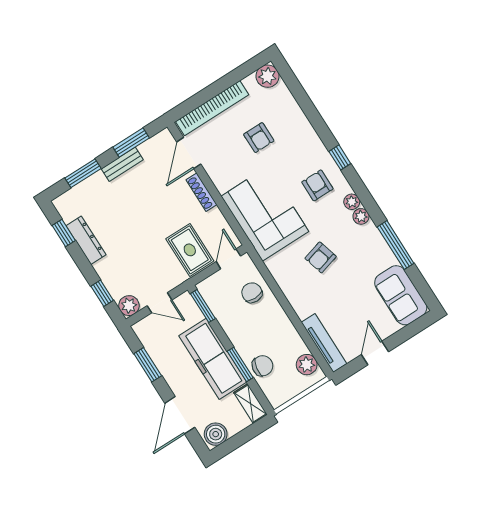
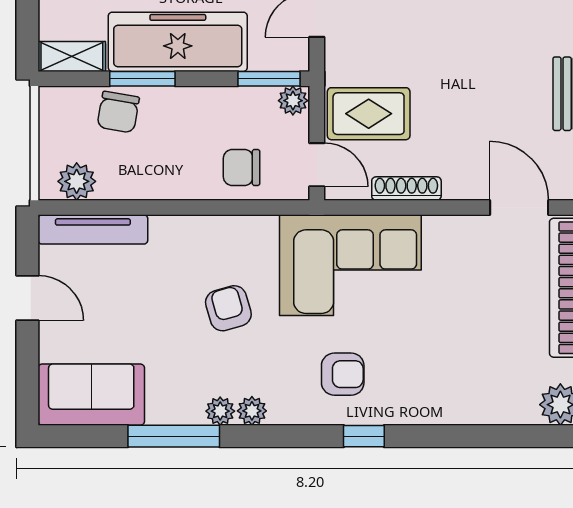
armchair: (259, 138) -> (474, 331), removed
shoe rack: (201, 192) -> (406, 188), moved
plant: (352, 202) -> (220, 411), moved
plant: (206, 289) -> (293, 101), added
chair: (252, 293) -> (242, 168), turned 180

